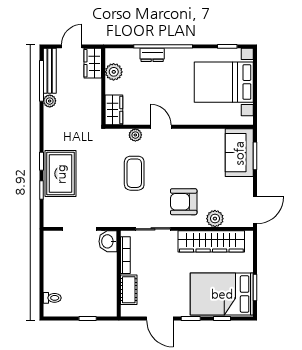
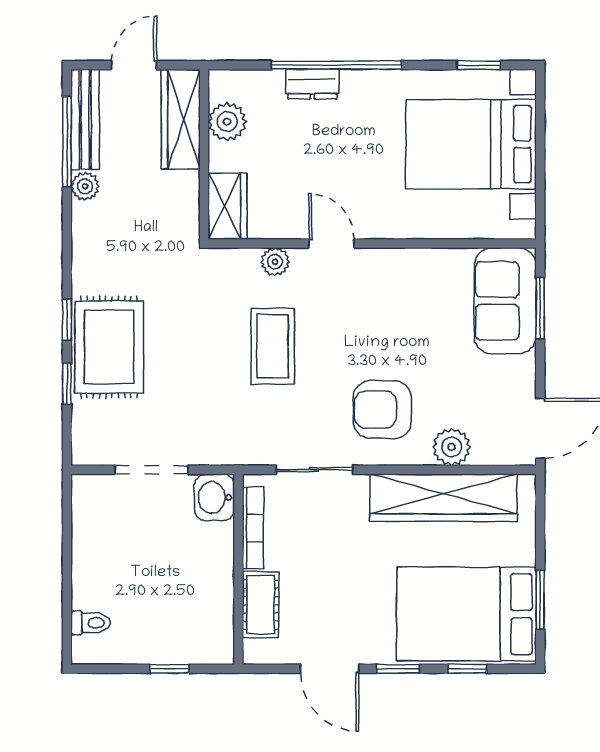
wardrobe: (93, 63) -> (181, 119), width x1.50

